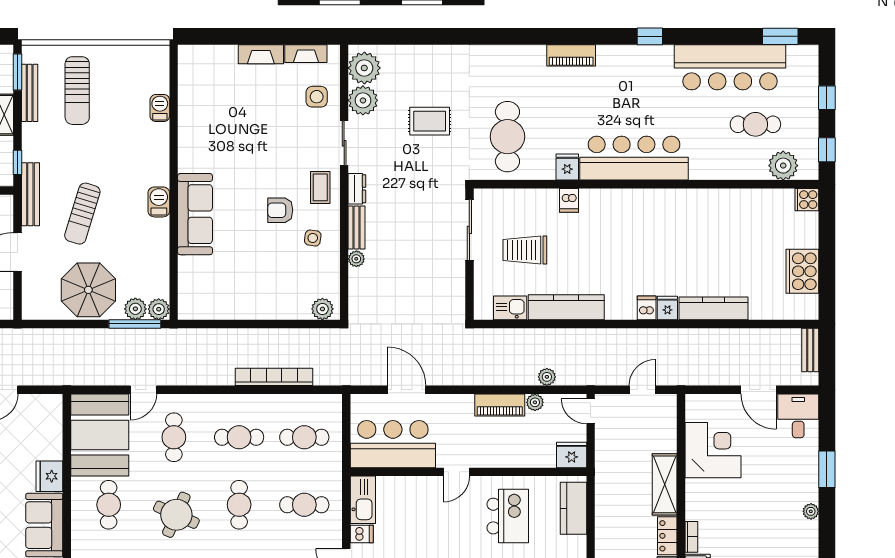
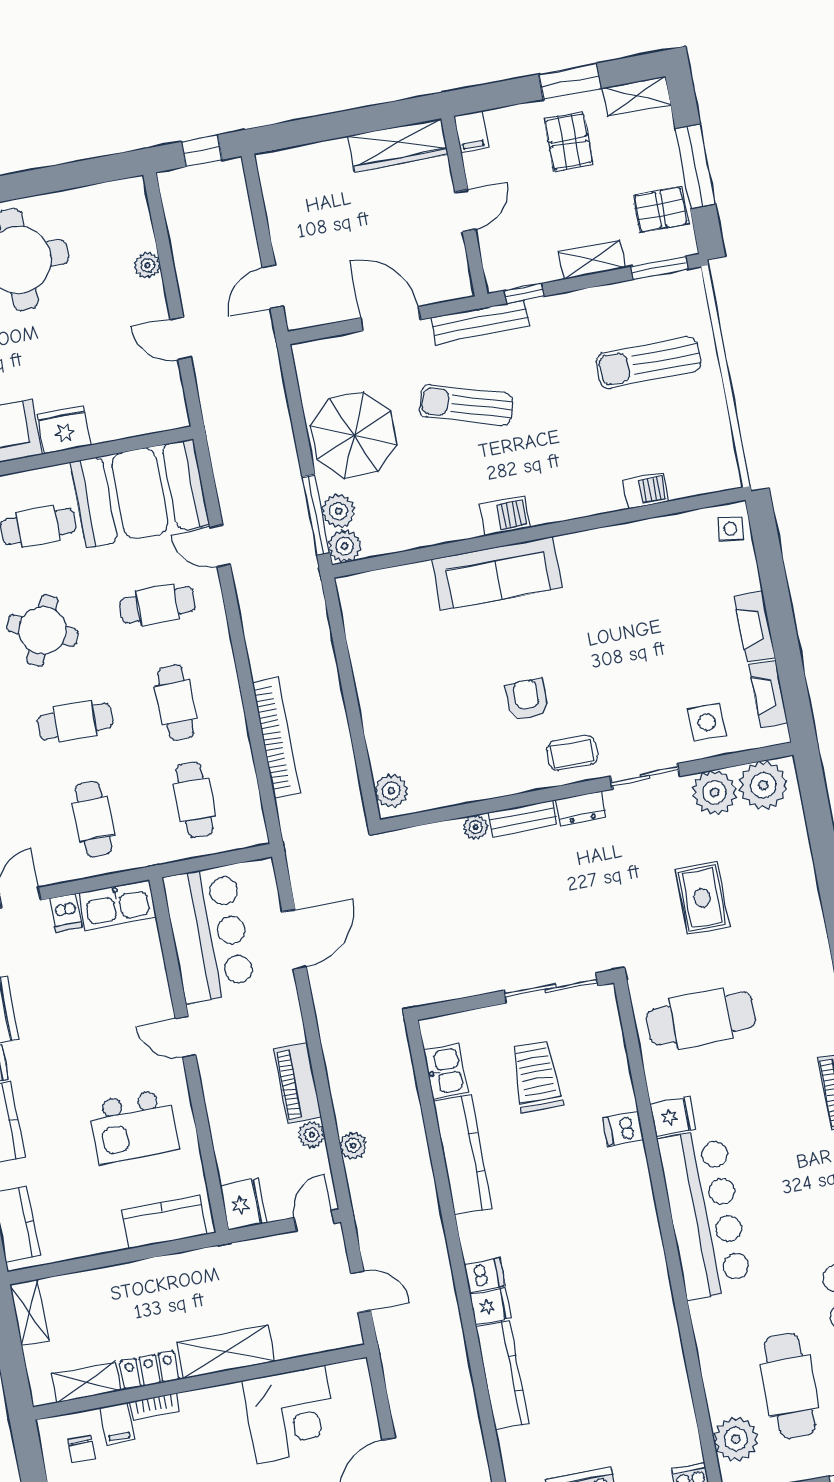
bench: (30, 93) -> (632, 292), removed
cafe table: (755, 124) -> (790, 1386), width x1.37, depth x1.35
side table: (313, 238) -> (730, 529), moved

